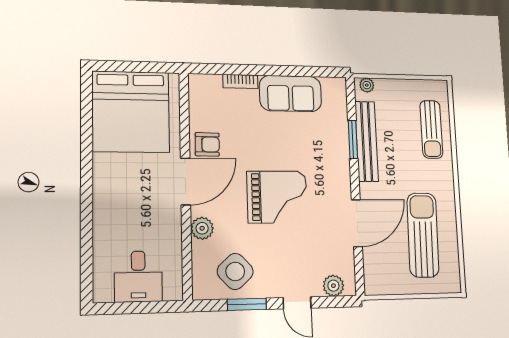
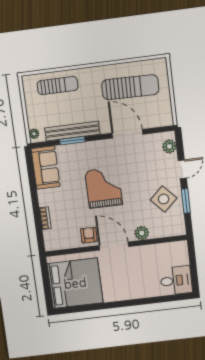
sofa: (291, 94) -> (46, 168), moved
grand piano: (277, 197) -> (104, 188), moved
sun lounger: (423, 235) -> (130, 87), turned 180
side table: (235, 271) -> (164, 199), moved
desk: (138, 276) -> (176, 281), moved

